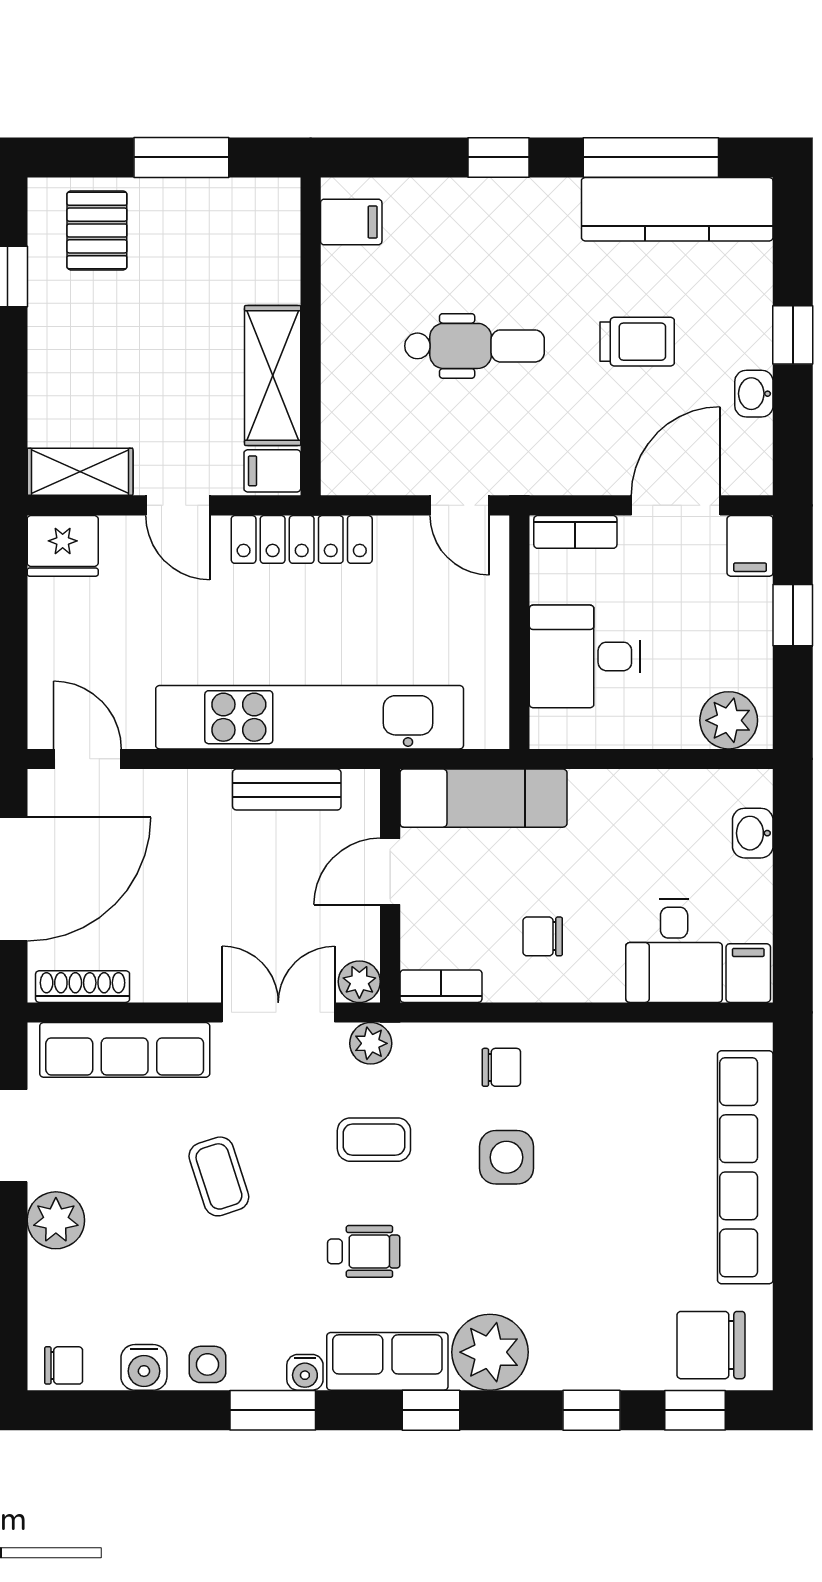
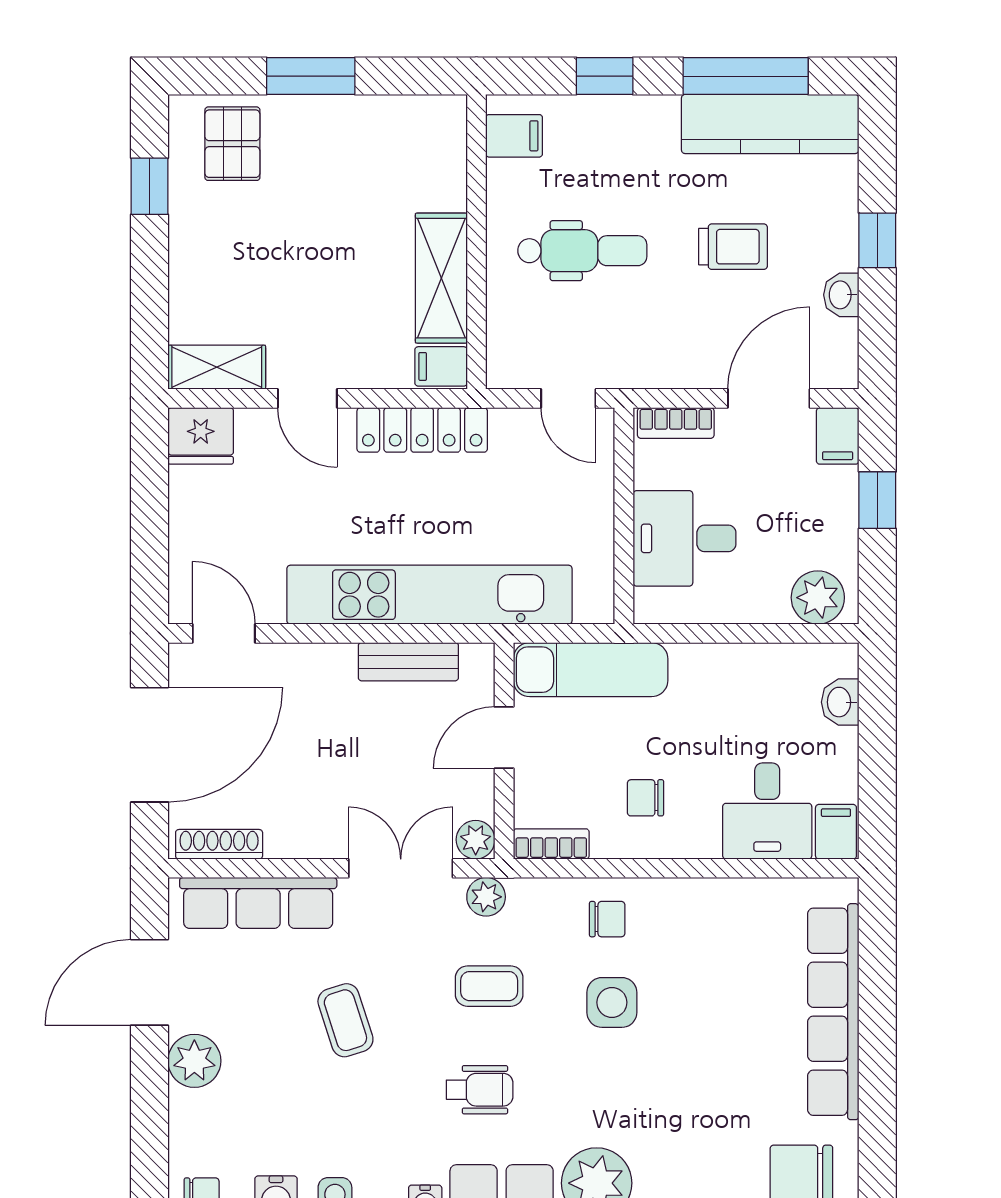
filing cabinet: (351, 222) -> (514, 136), moved
wall: (311, 336) -> (476, 242), moved
shelving: (273, 376) -> (441, 278), moved
filing cabinet: (272, 471) -> (441, 366), moved

